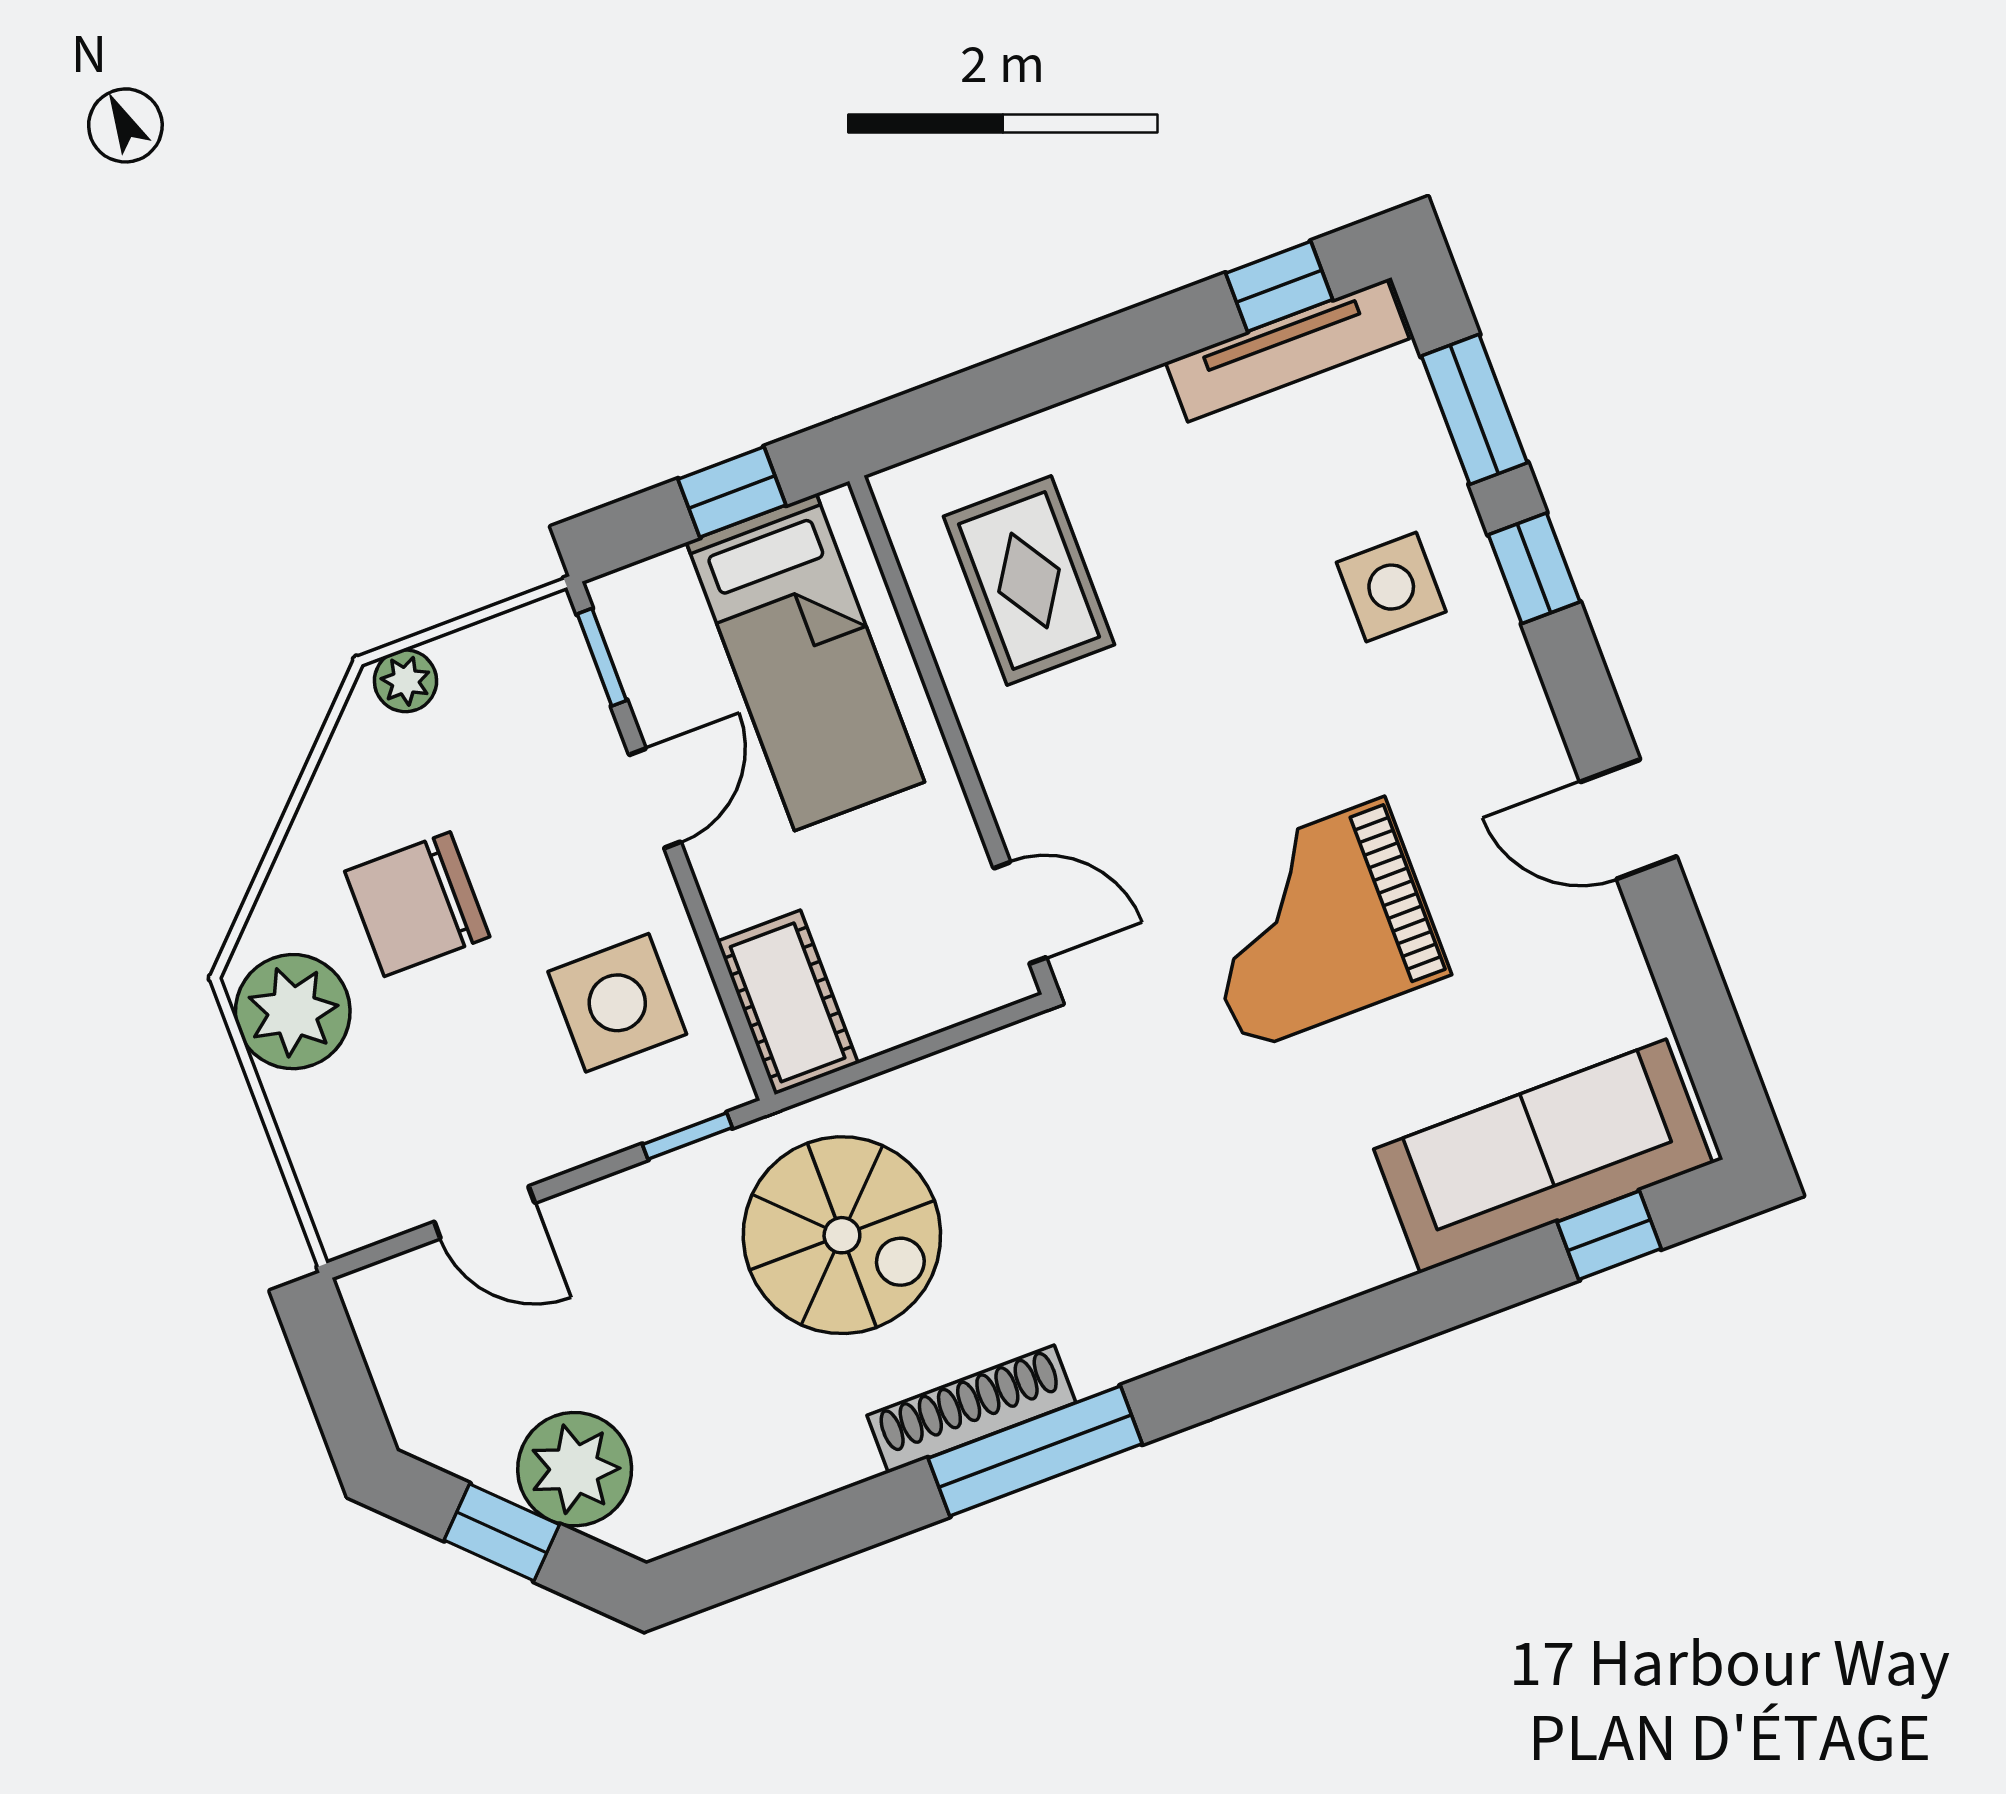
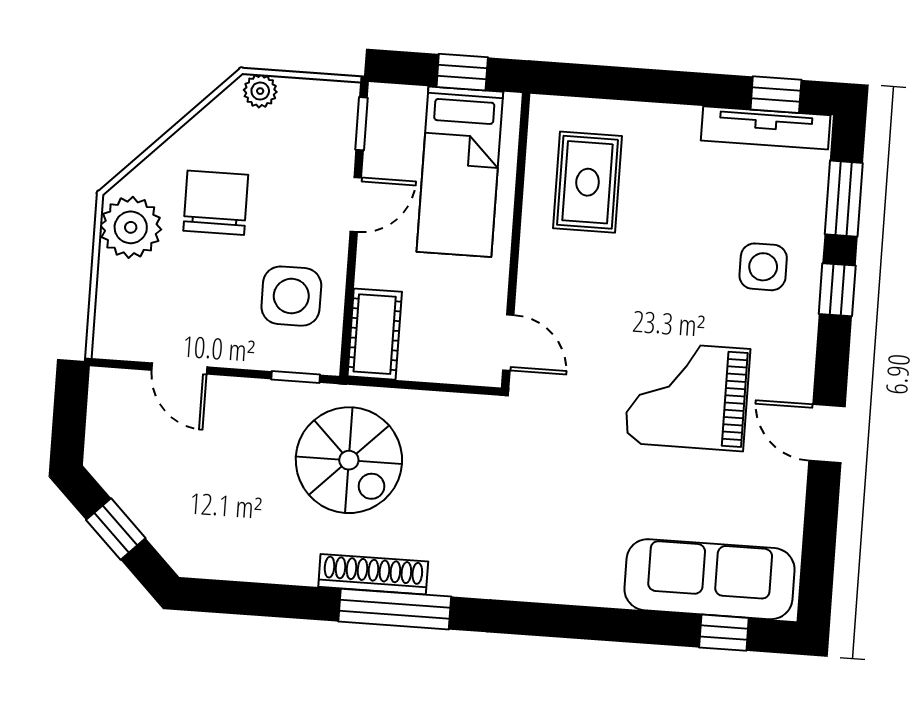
chair: (417, 904) -> (216, 203), turned 90
grand piano: (1315, 924) -> (687, 396), moved
plant: (575, 1469) -> (166, 514), removed

